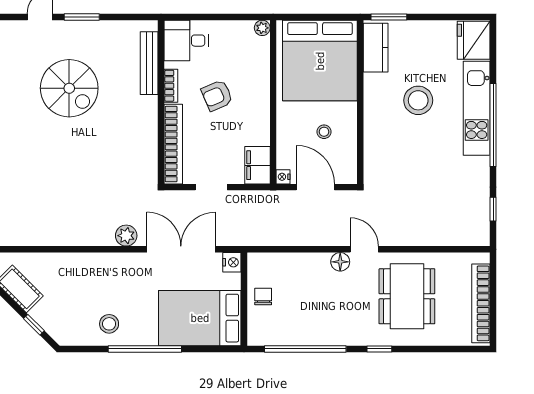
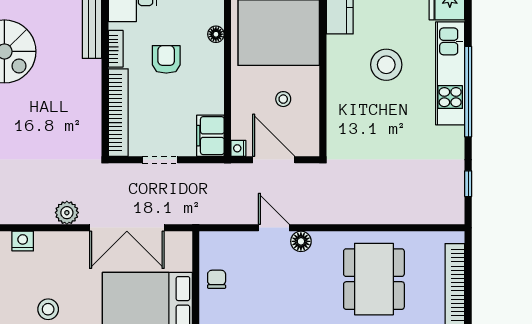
floor lamp: (262, 72) -> (216, 34), added
armchair: (217, 95) -> (166, 59), turned 113
double door: (181, 249) -> (127, 228), swing flipped
door: (364, 249) -> (274, 228), moved
nightstand: (232, 262) -> (23, 241), moved, turned -90

